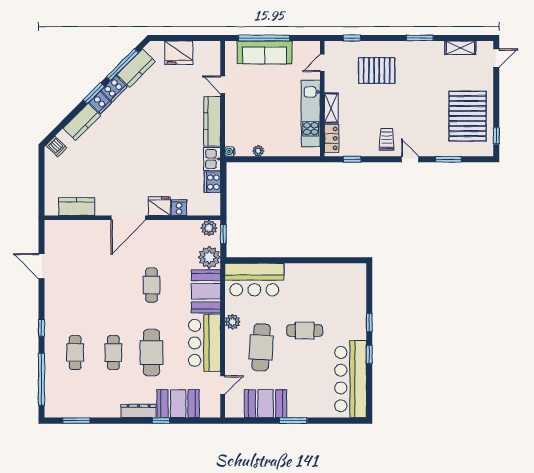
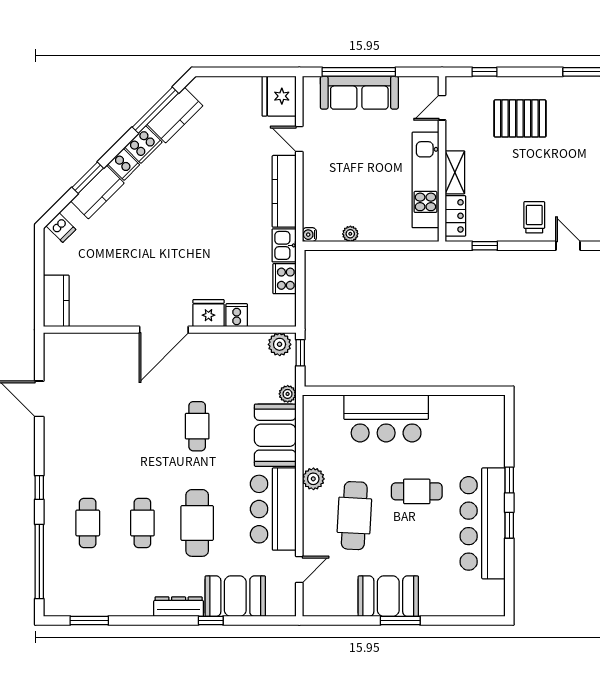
fridge: (179, 53) -> (279, 96), moved, turned 90
window: (94, 93) -> (88, 178), moved
kitchen counter: (77, 207) -> (56, 301), moved, turned 90
plant: (209, 257) -> (288, 394), width x0.53, depth x0.53
bar counter: (254, 280) -> (386, 418), moved
bar counter: (351, 379) -> (483, 523), moved
booth: (266, 404) -> (388, 596), moved

